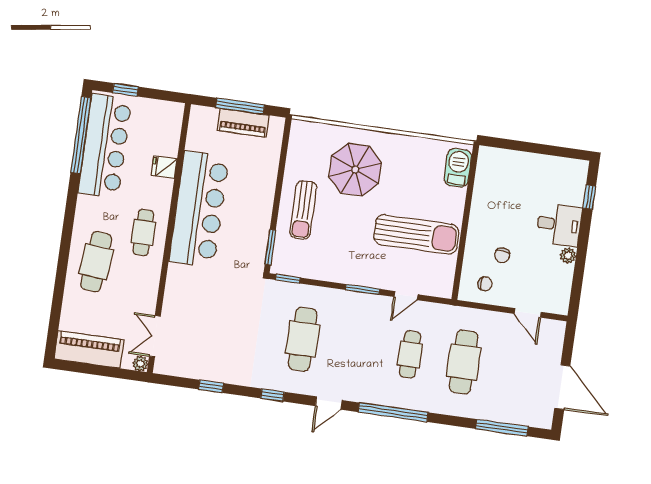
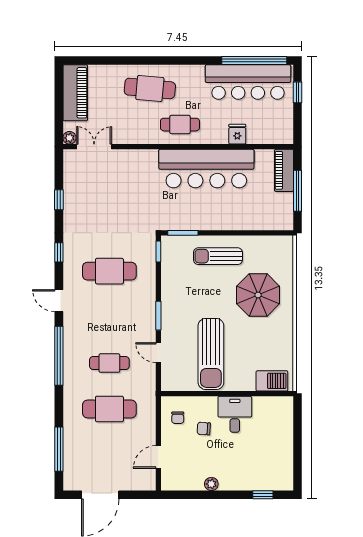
piano: (243, 123) -> (284, 170), moved
desk: (559, 225) -> (235, 414), moved, turned 180

